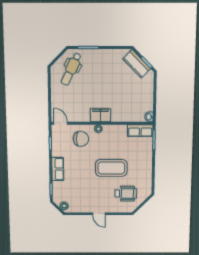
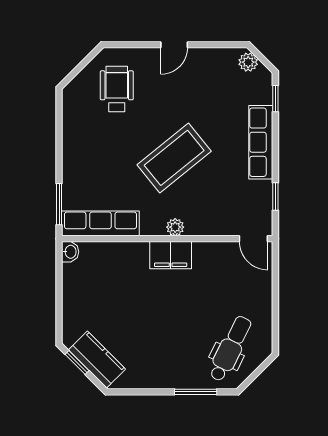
row of seats: (140, 131) -> (100, 223), width x1.48
chair: (81, 139) -> (211, 206), removed
coffee table: (111, 168) -> (174, 158), moved, turned -39
row of seats: (58, 169) -> (261, 142), width x1.48
wheelchair: (126, 194) -> (117, 89), turned 90
door: (99, 214) -> (174, 45), swing flipped

